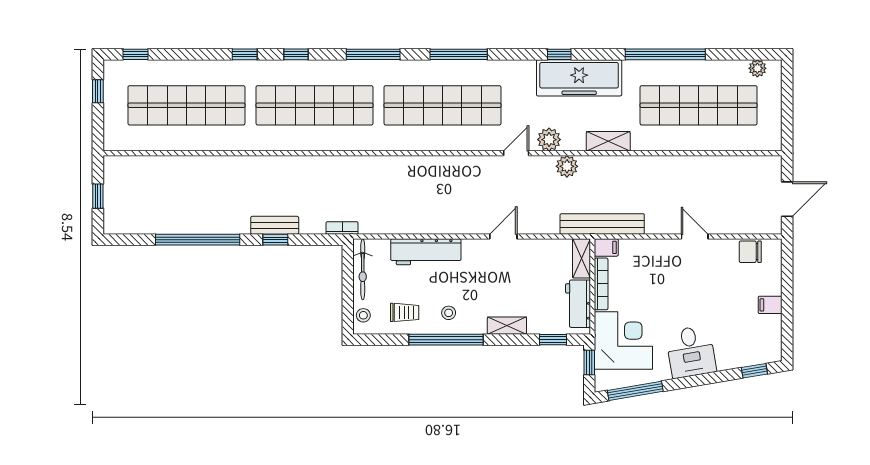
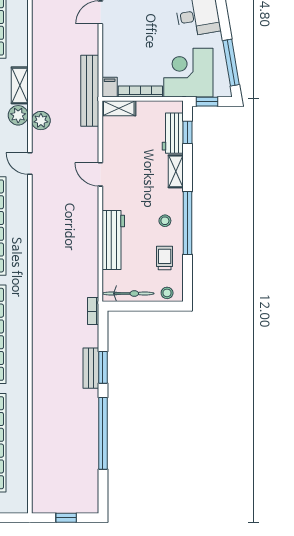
plant: (549, 140) -> (18, 115), moved
window: (275, 240) -> (103, 367), width x1.50
workbench: (578, 304) -> (173, 133), moved, turned 90

